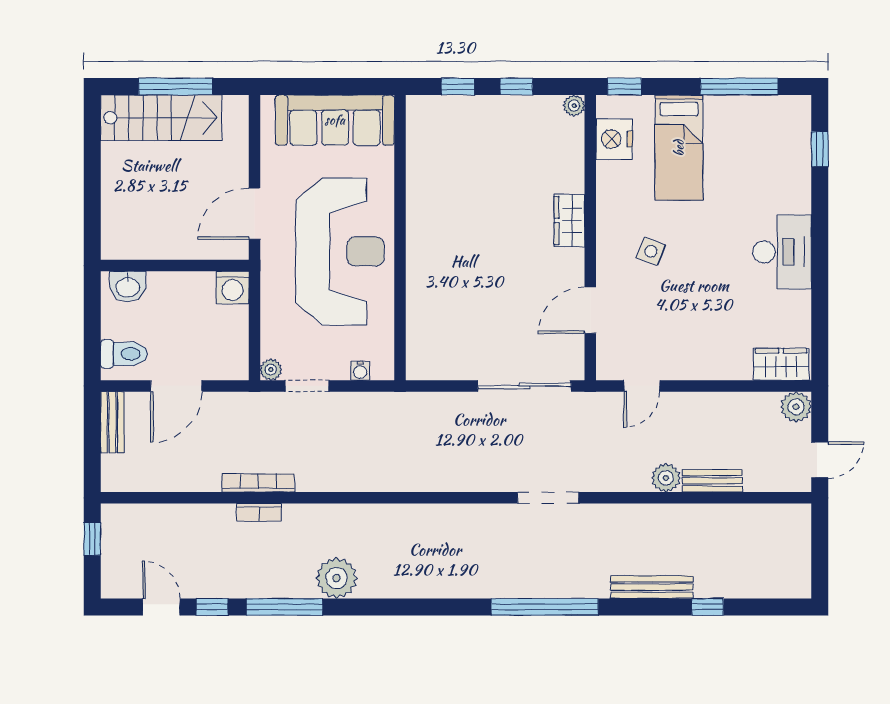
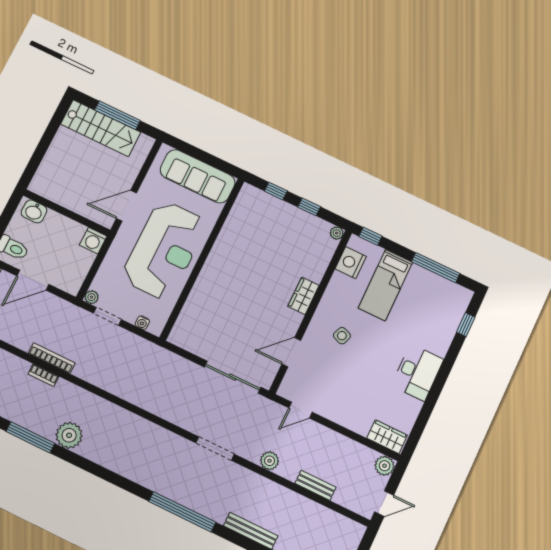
plant: (666, 478) -> (270, 461), moved

